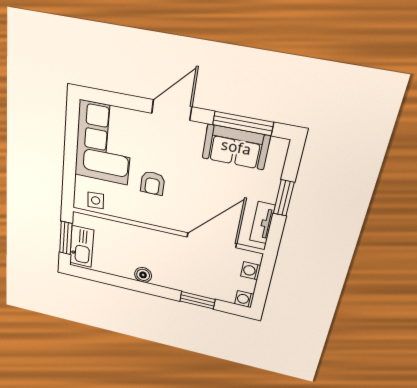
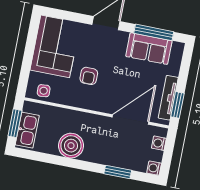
window: (284, 198) -> (177, 105), moved
tv unit: (262, 223) -> (168, 98), width x1.41
boiler: (143, 275) -> (71, 146), width x1.86, depth x1.86

